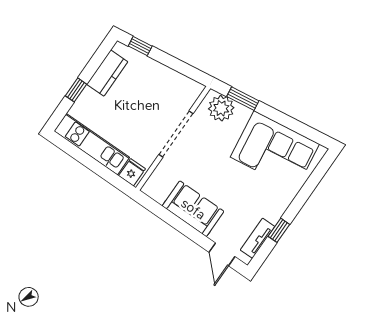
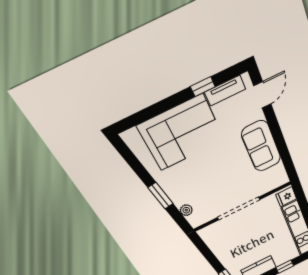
window: (243, 99) -> (161, 196), moved
plant: (221, 108) -> (186, 210), width x0.53, depth x0.53
corner sofa: (275, 151) -> (182, 133), moved, turned 98

